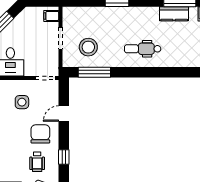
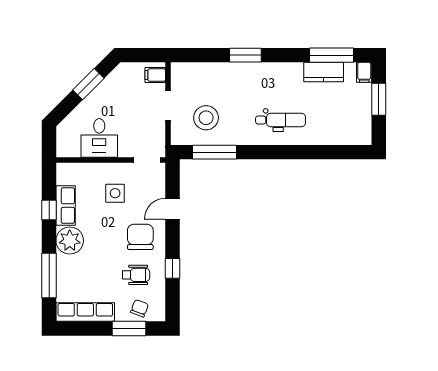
dental chair: (143, 49) -> (281, 120), turned 180
wheelchair: (37, 162) -> (136, 275), turned -90

